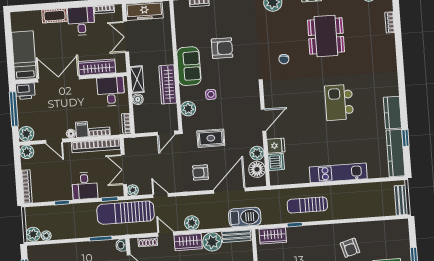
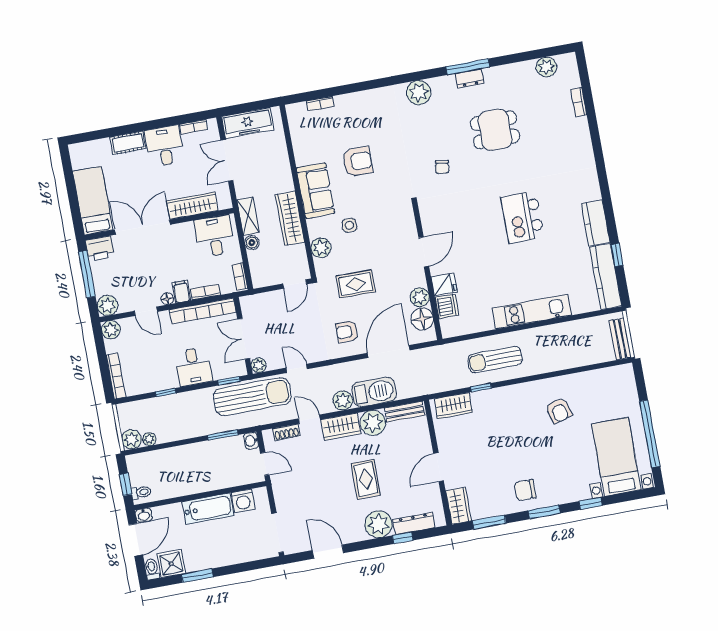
dining table: (326, 36) -> (495, 130), width x0.73
sun lounger: (125, 213) -> (252, 397), turned 180
barbecue: (245, 217) -> (374, 392), moved

